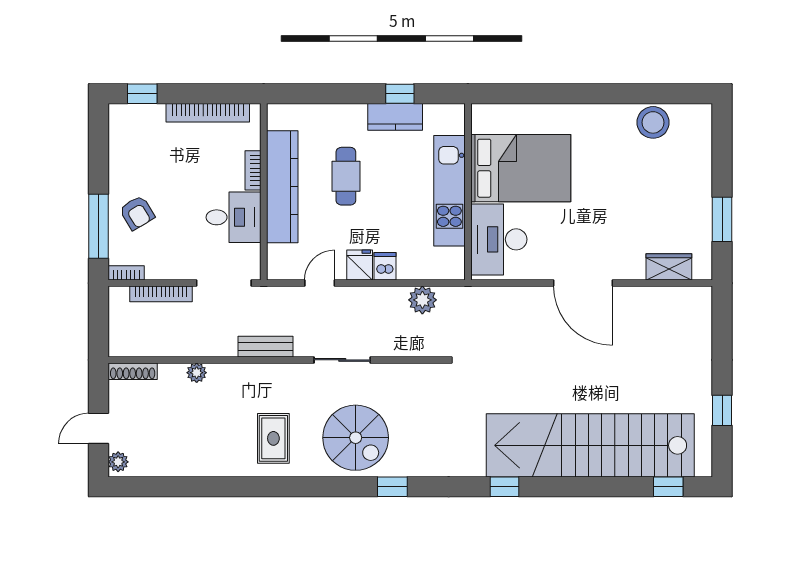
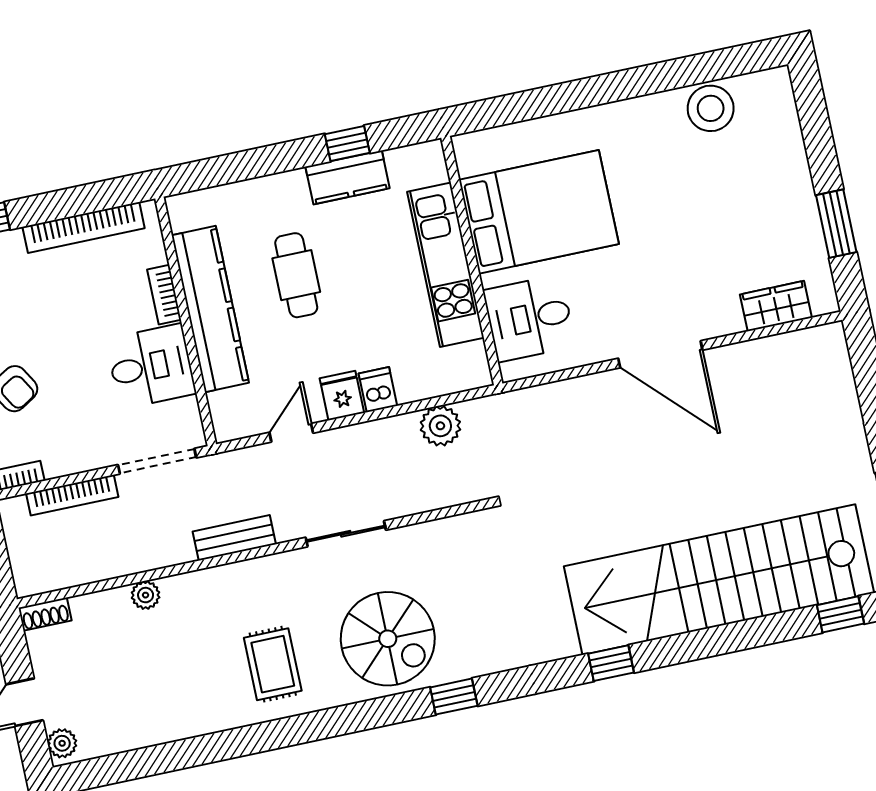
desk: (499, 239) -> (529, 318), width x0.73
shoe rack: (133, 371) -> (45, 614), width x0.70

